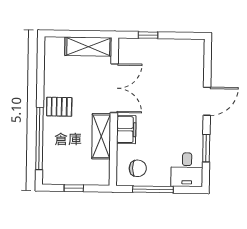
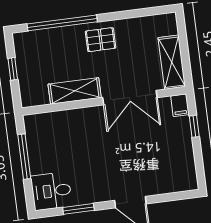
pallet: (59, 107) -> (101, 40), turned 90
filing cabinet: (126, 130) -> (180, 105), moved, width x0.50
chair: (138, 168) -> (45, 136), removed

